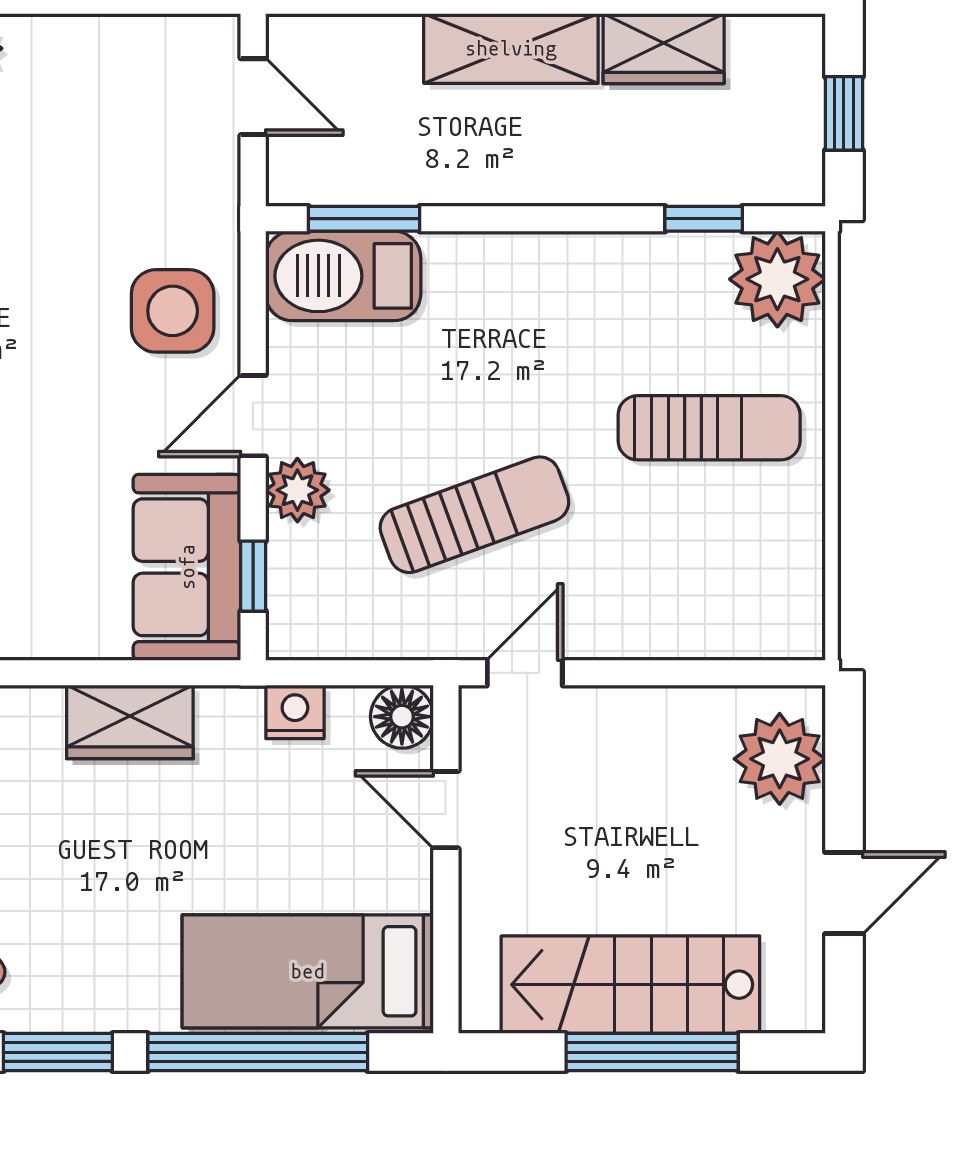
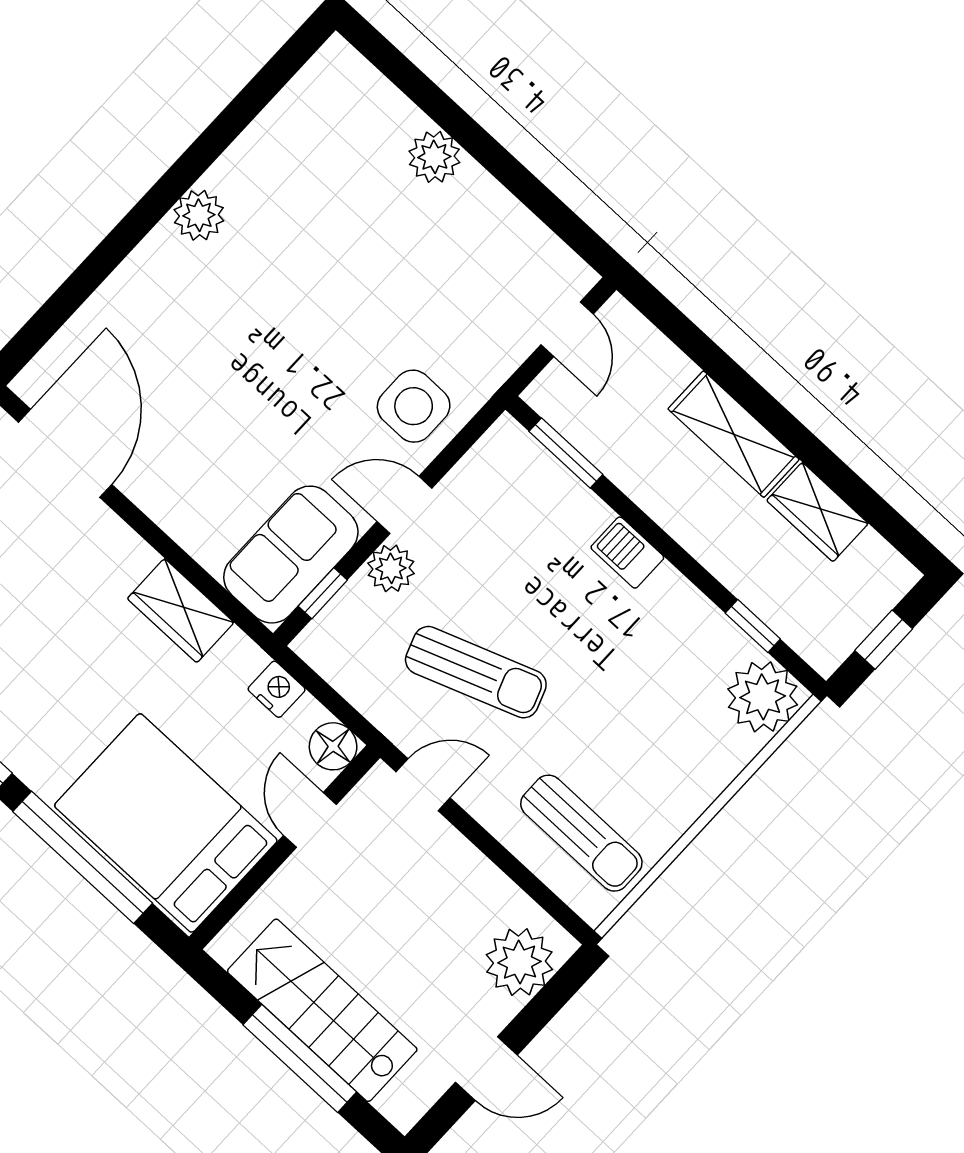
barbecue: (343, 276) -> (627, 553), moved, width x0.53, depth x0.65
sun lounger: (709, 428) -> (581, 833), moved
bed: (308, 971) -> (166, 823), width x1.50

